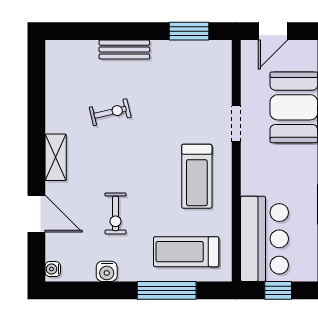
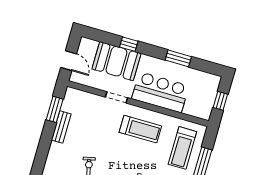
bench: (124, 50) -> (61, 127), moved
bar counter: (265, 239) -> (160, 92), moved

